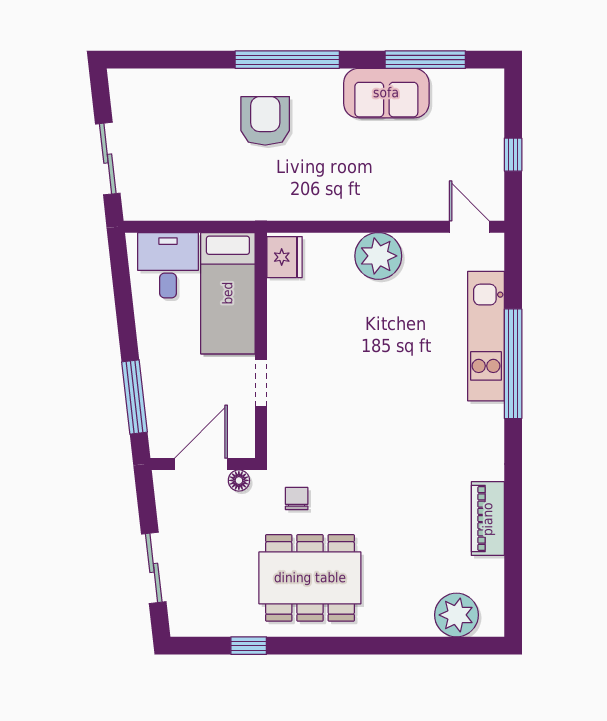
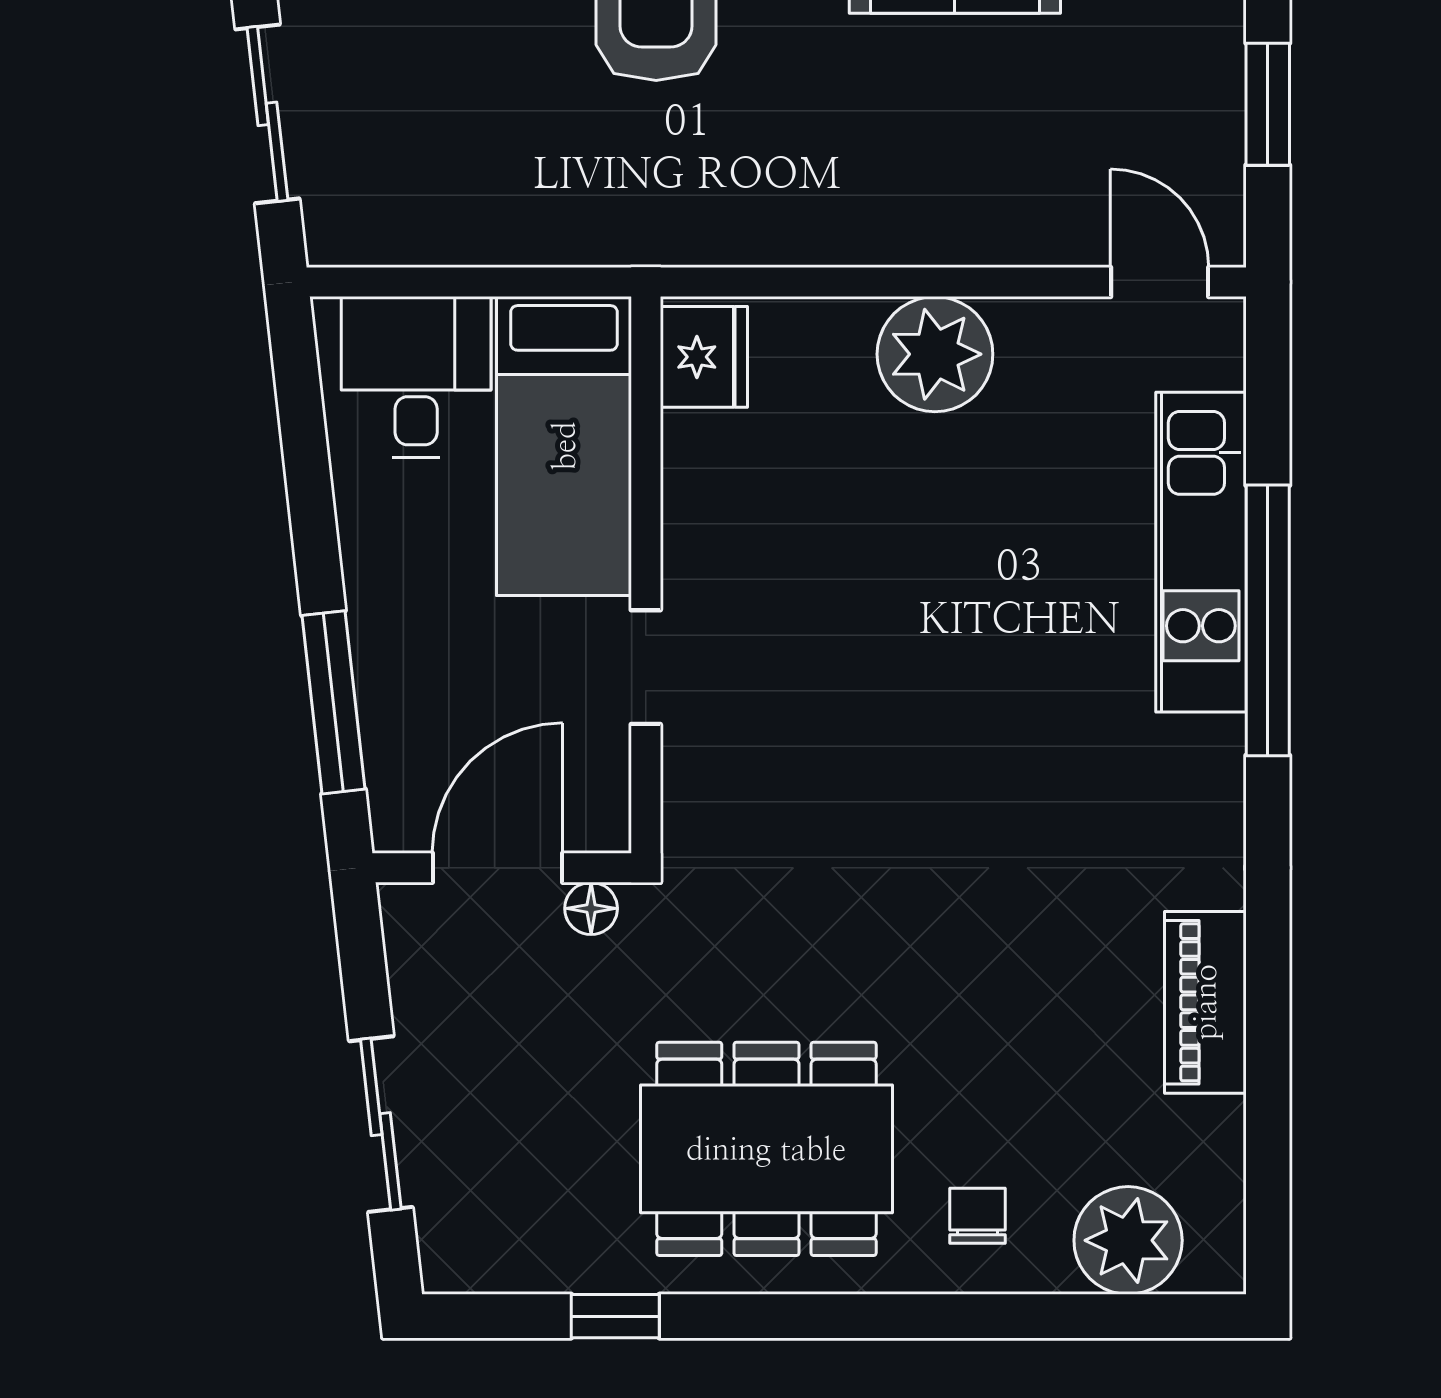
window: (513, 155) -> (1268, 104), width x1.50
chair: (297, 499) -> (978, 1216), moved

